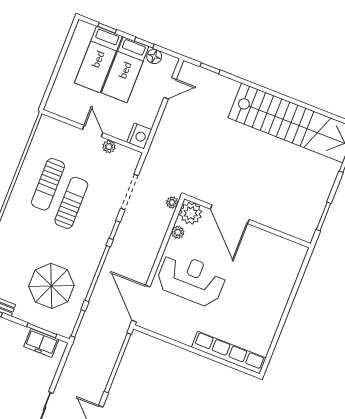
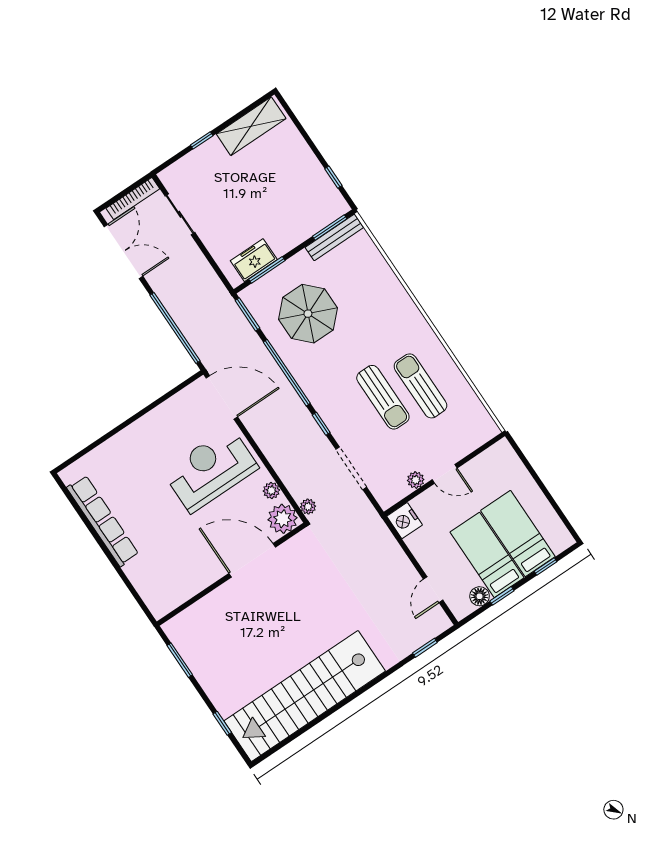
reception desk: (191, 279) -> (211, 470), turned 180
row of seats: (229, 353) -> (103, 521), moved, turned -90

